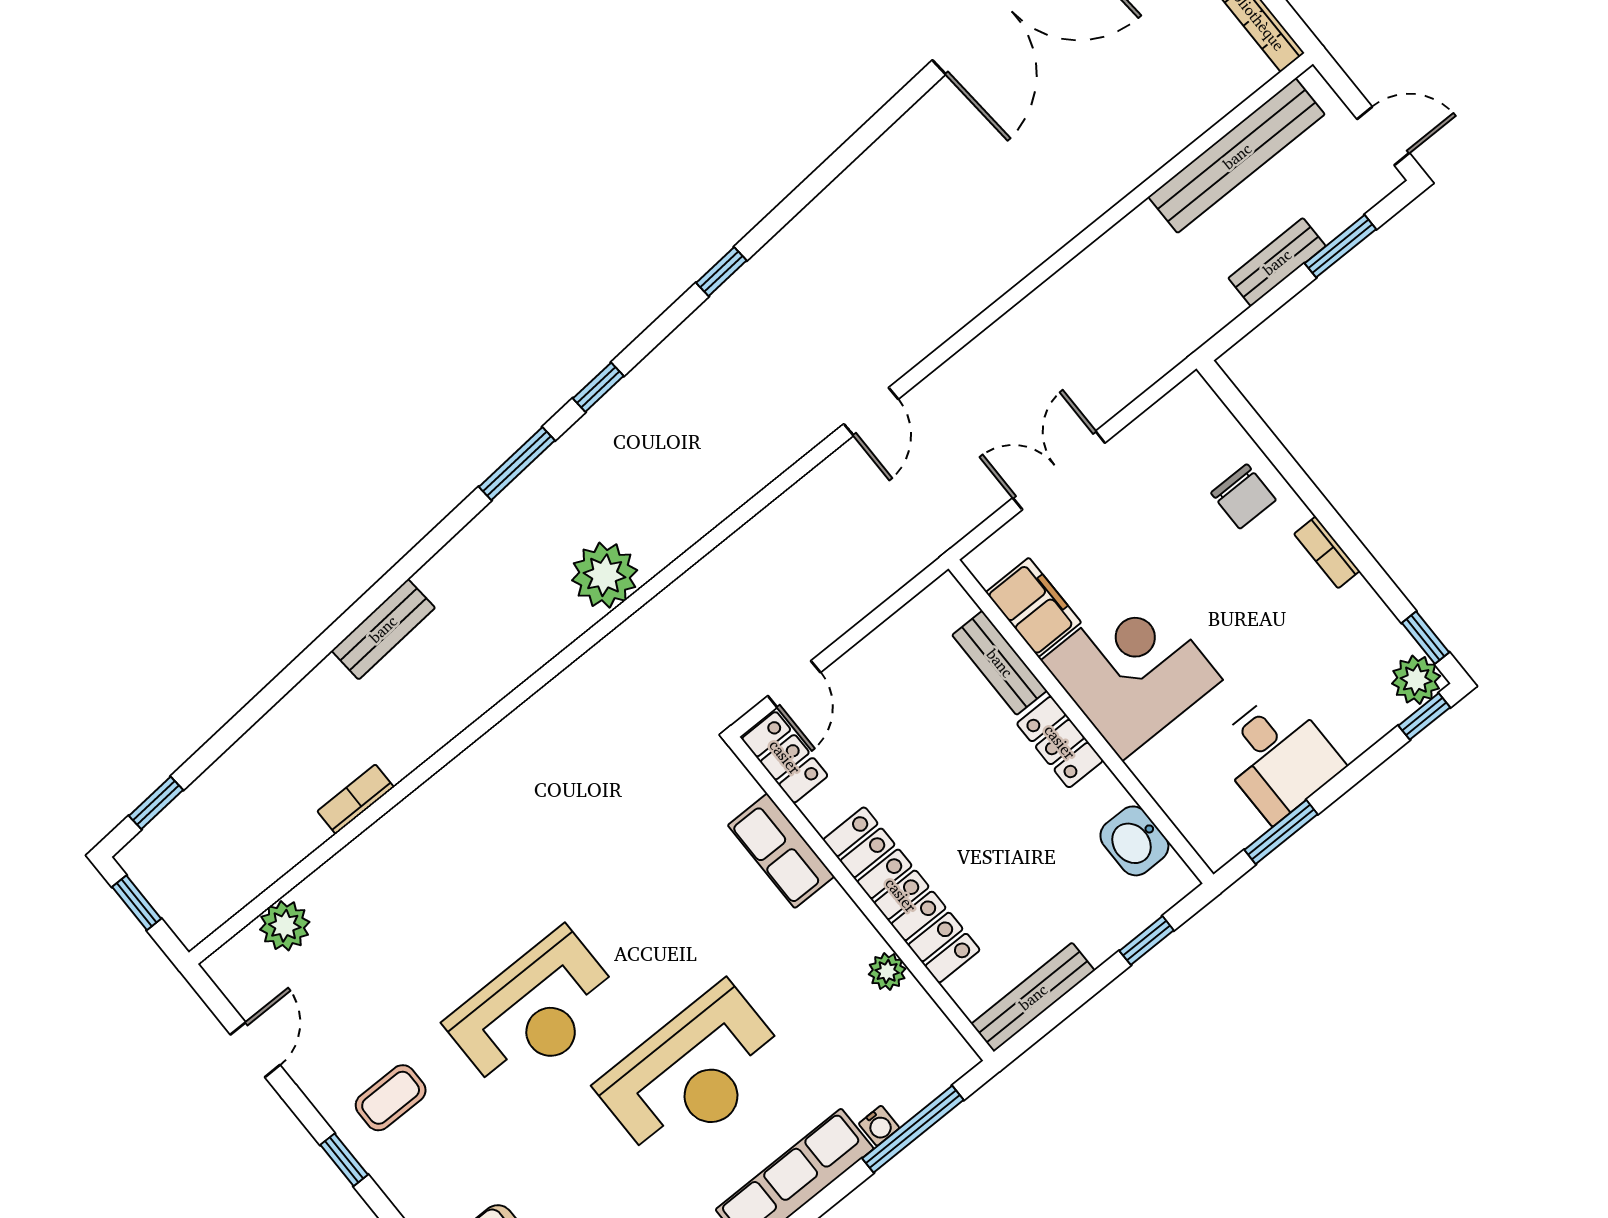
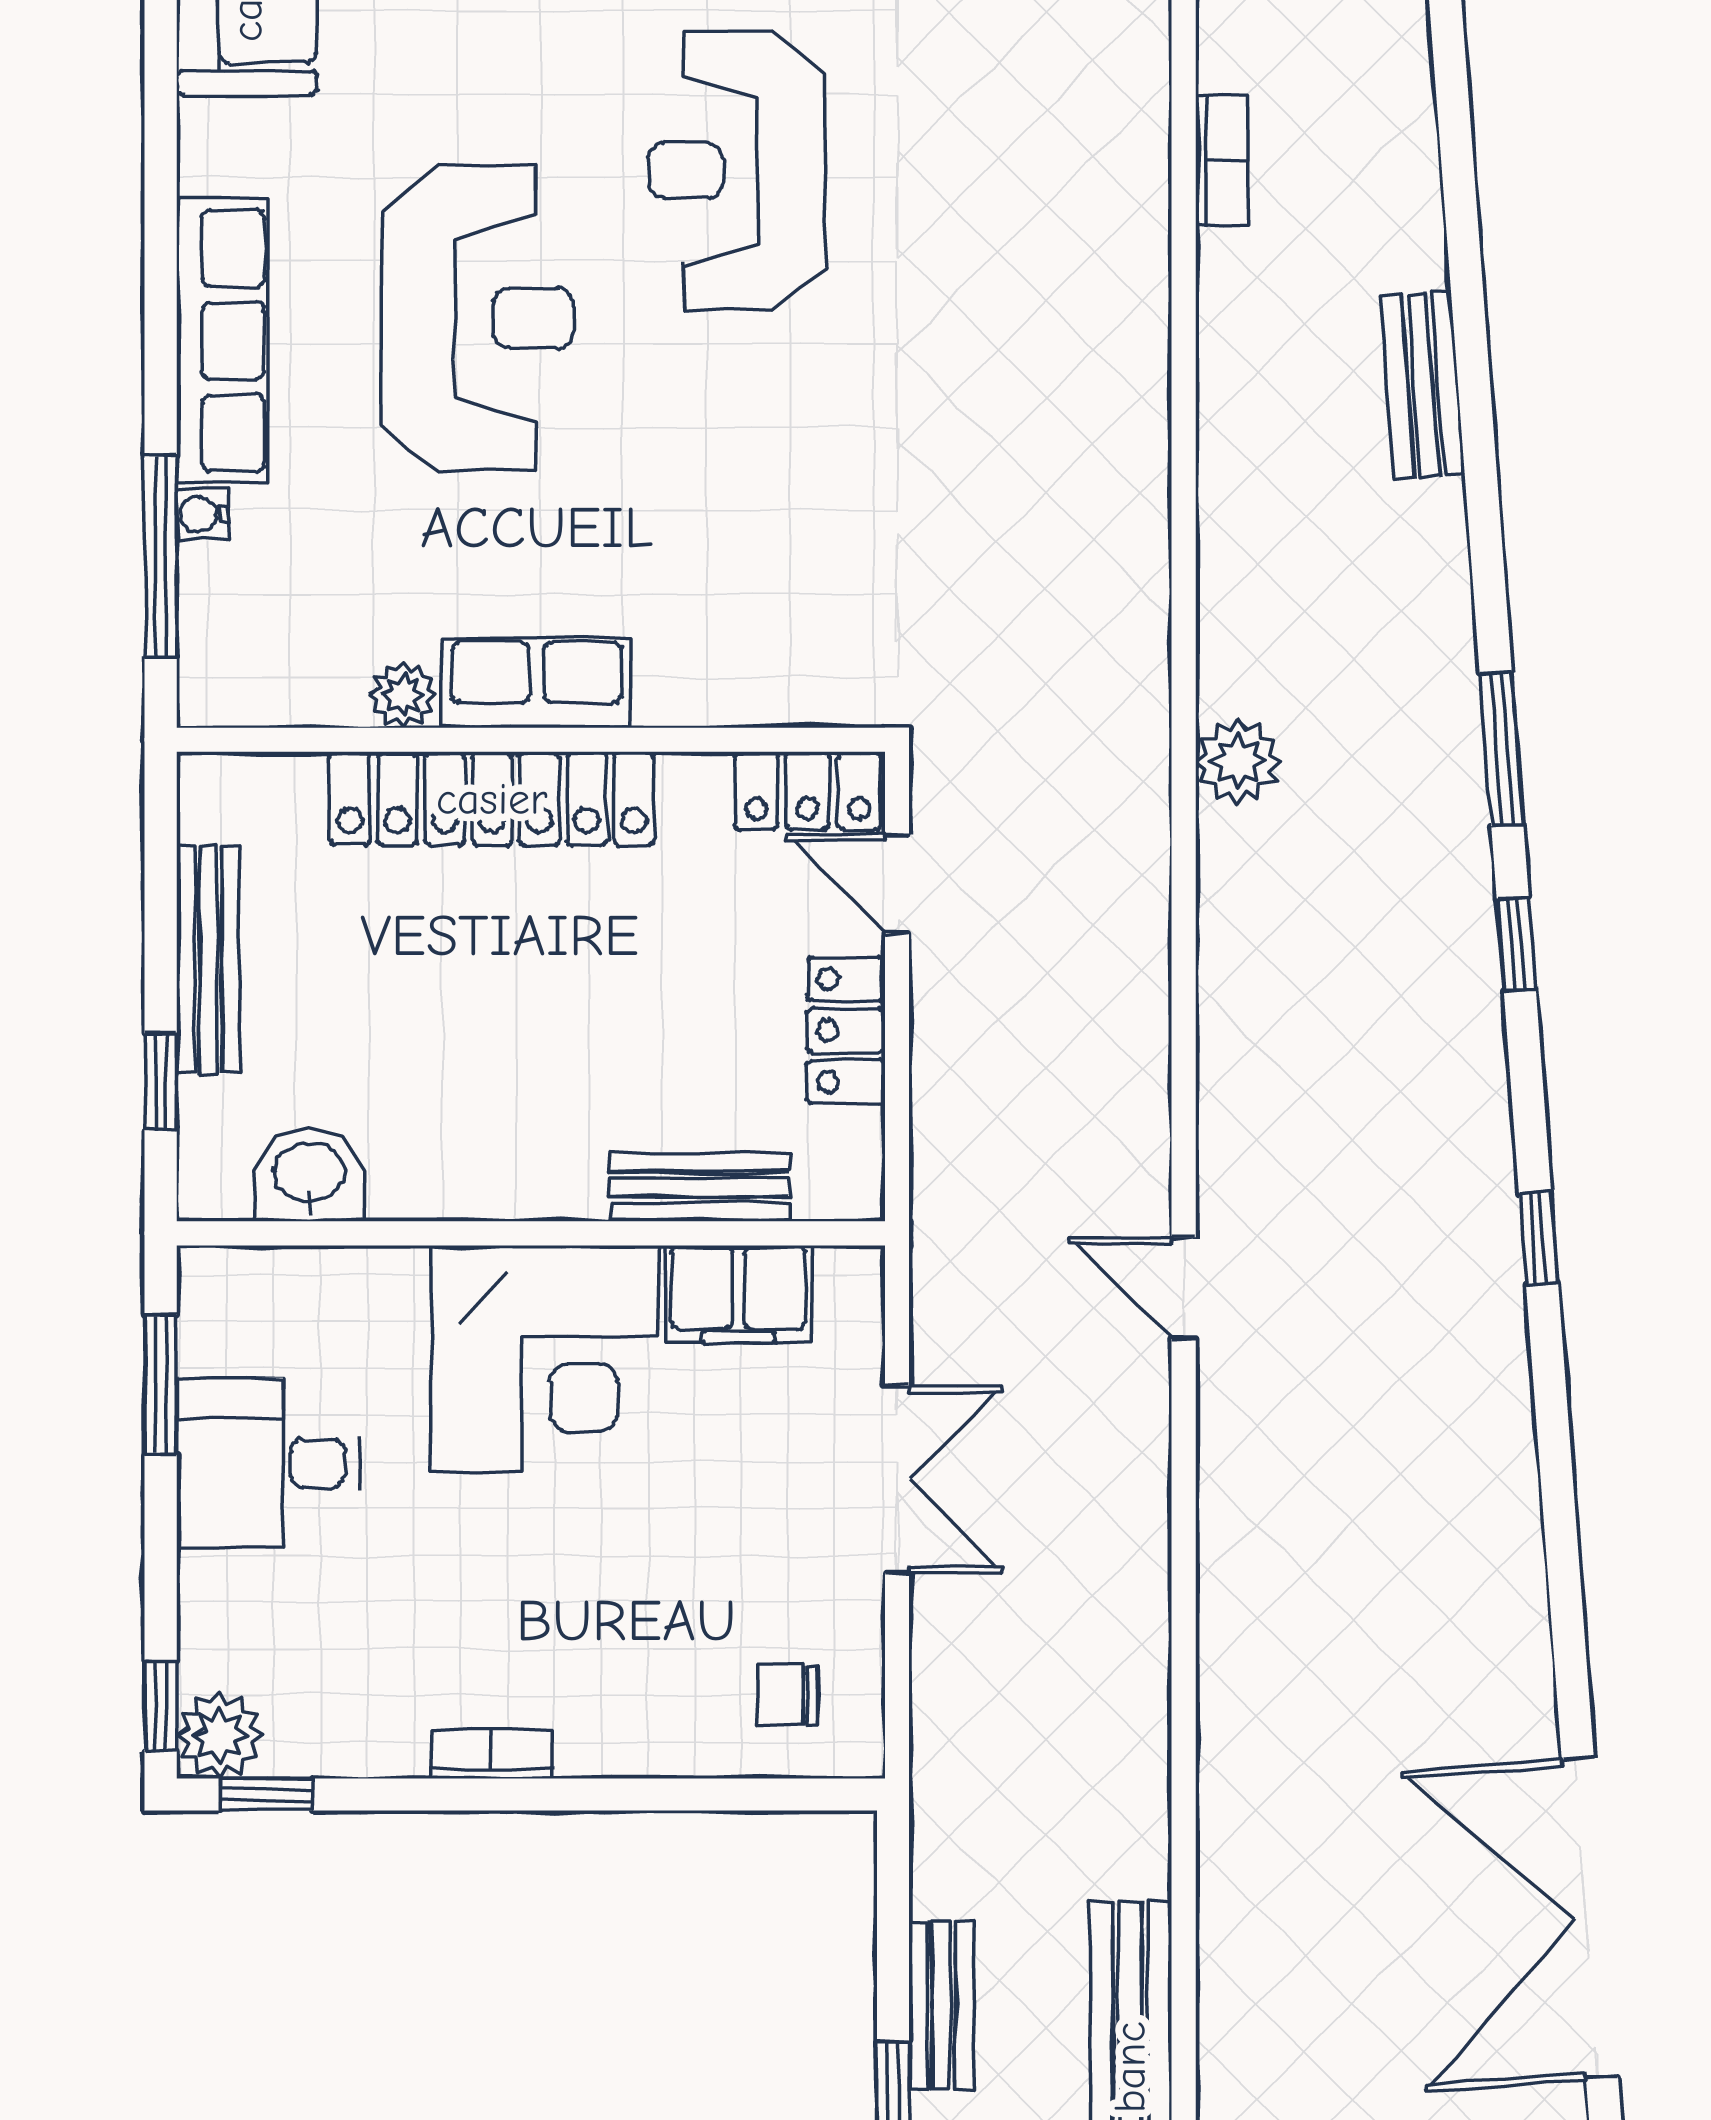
chair: (1243, 496) -> (787, 1695), moved, width x0.73, depth x0.73
plant: (605, 575) -> (1238, 761), width x0.73, depth x0.73
locker: (1060, 742) -> (846, 1030), moved, turned -90
row of seats: (781, 851) -> (537, 683), moved
bench: (1033, 997) -> (208, 960), moved
reception desk: (693, 1074) -> (478, 318), turned 180

